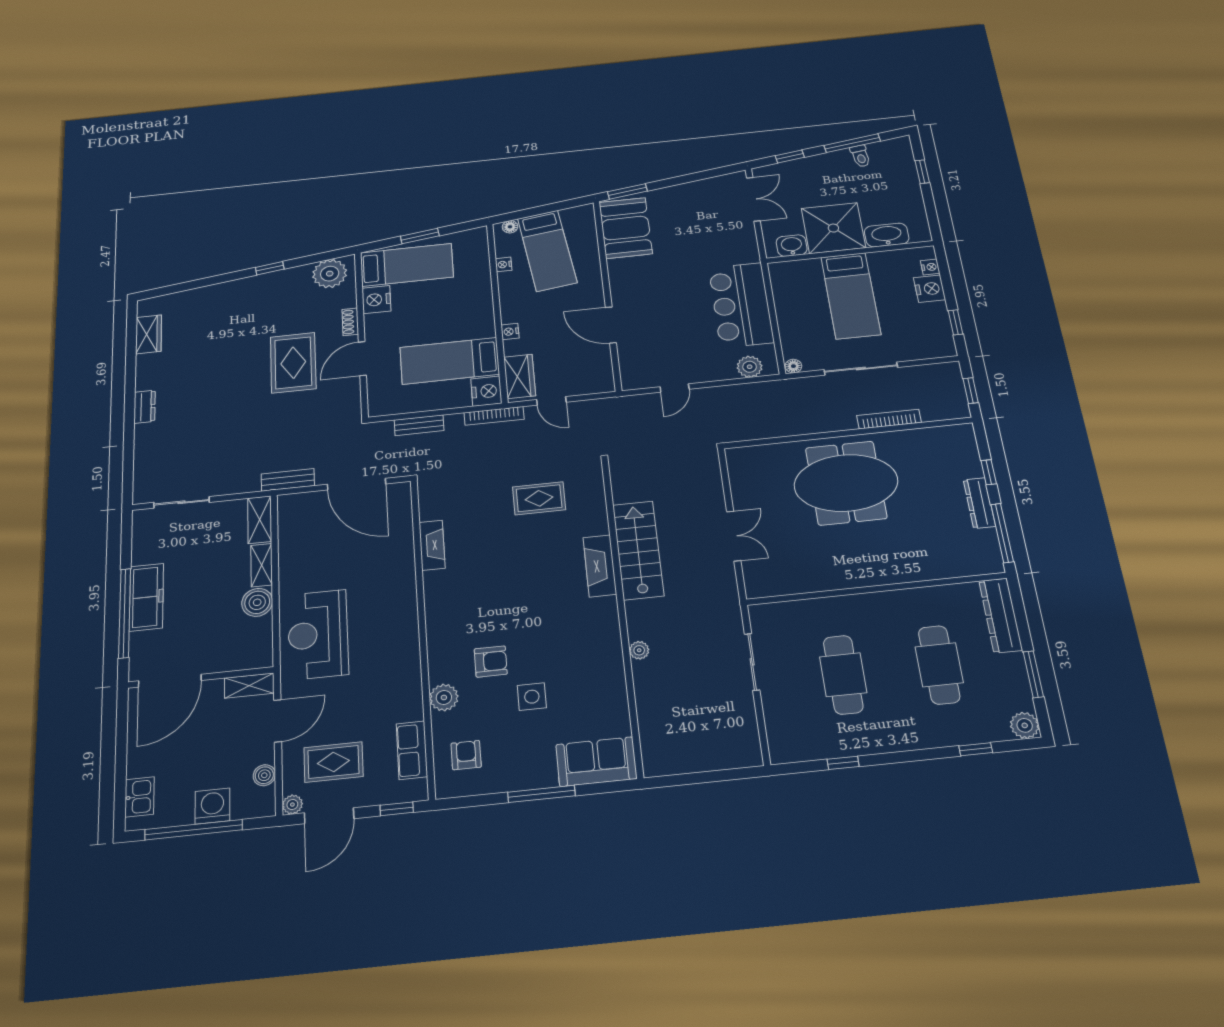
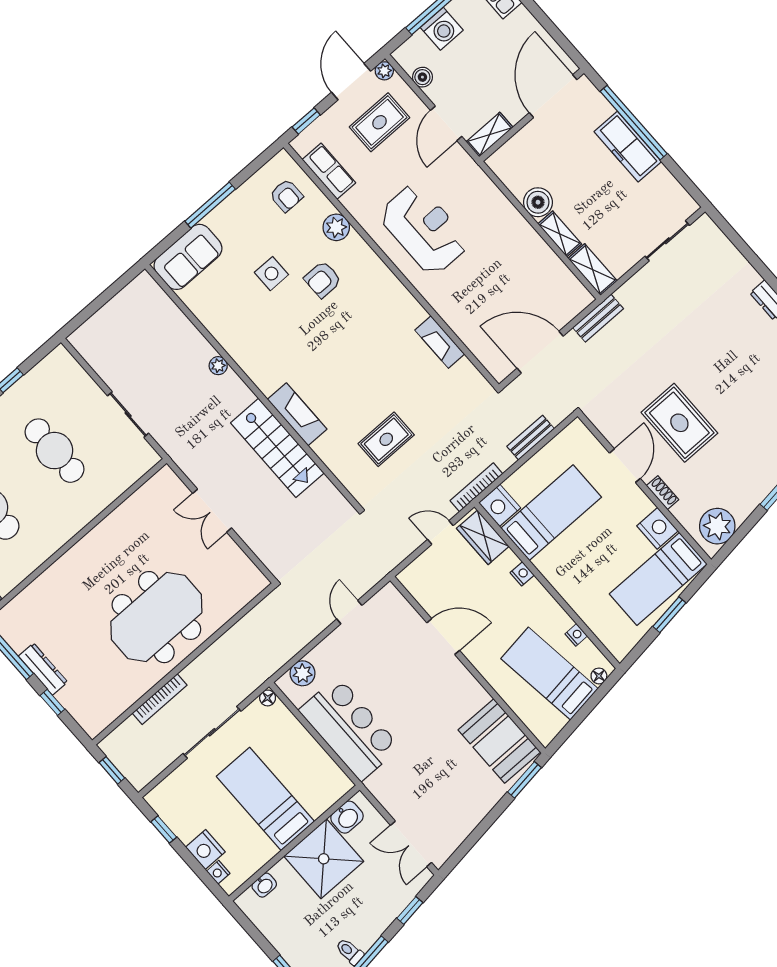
washbasin: (887, 235) -> (264, 885), width x0.52, depth x0.69
reception desk: (318, 634) -> (424, 229), moved

